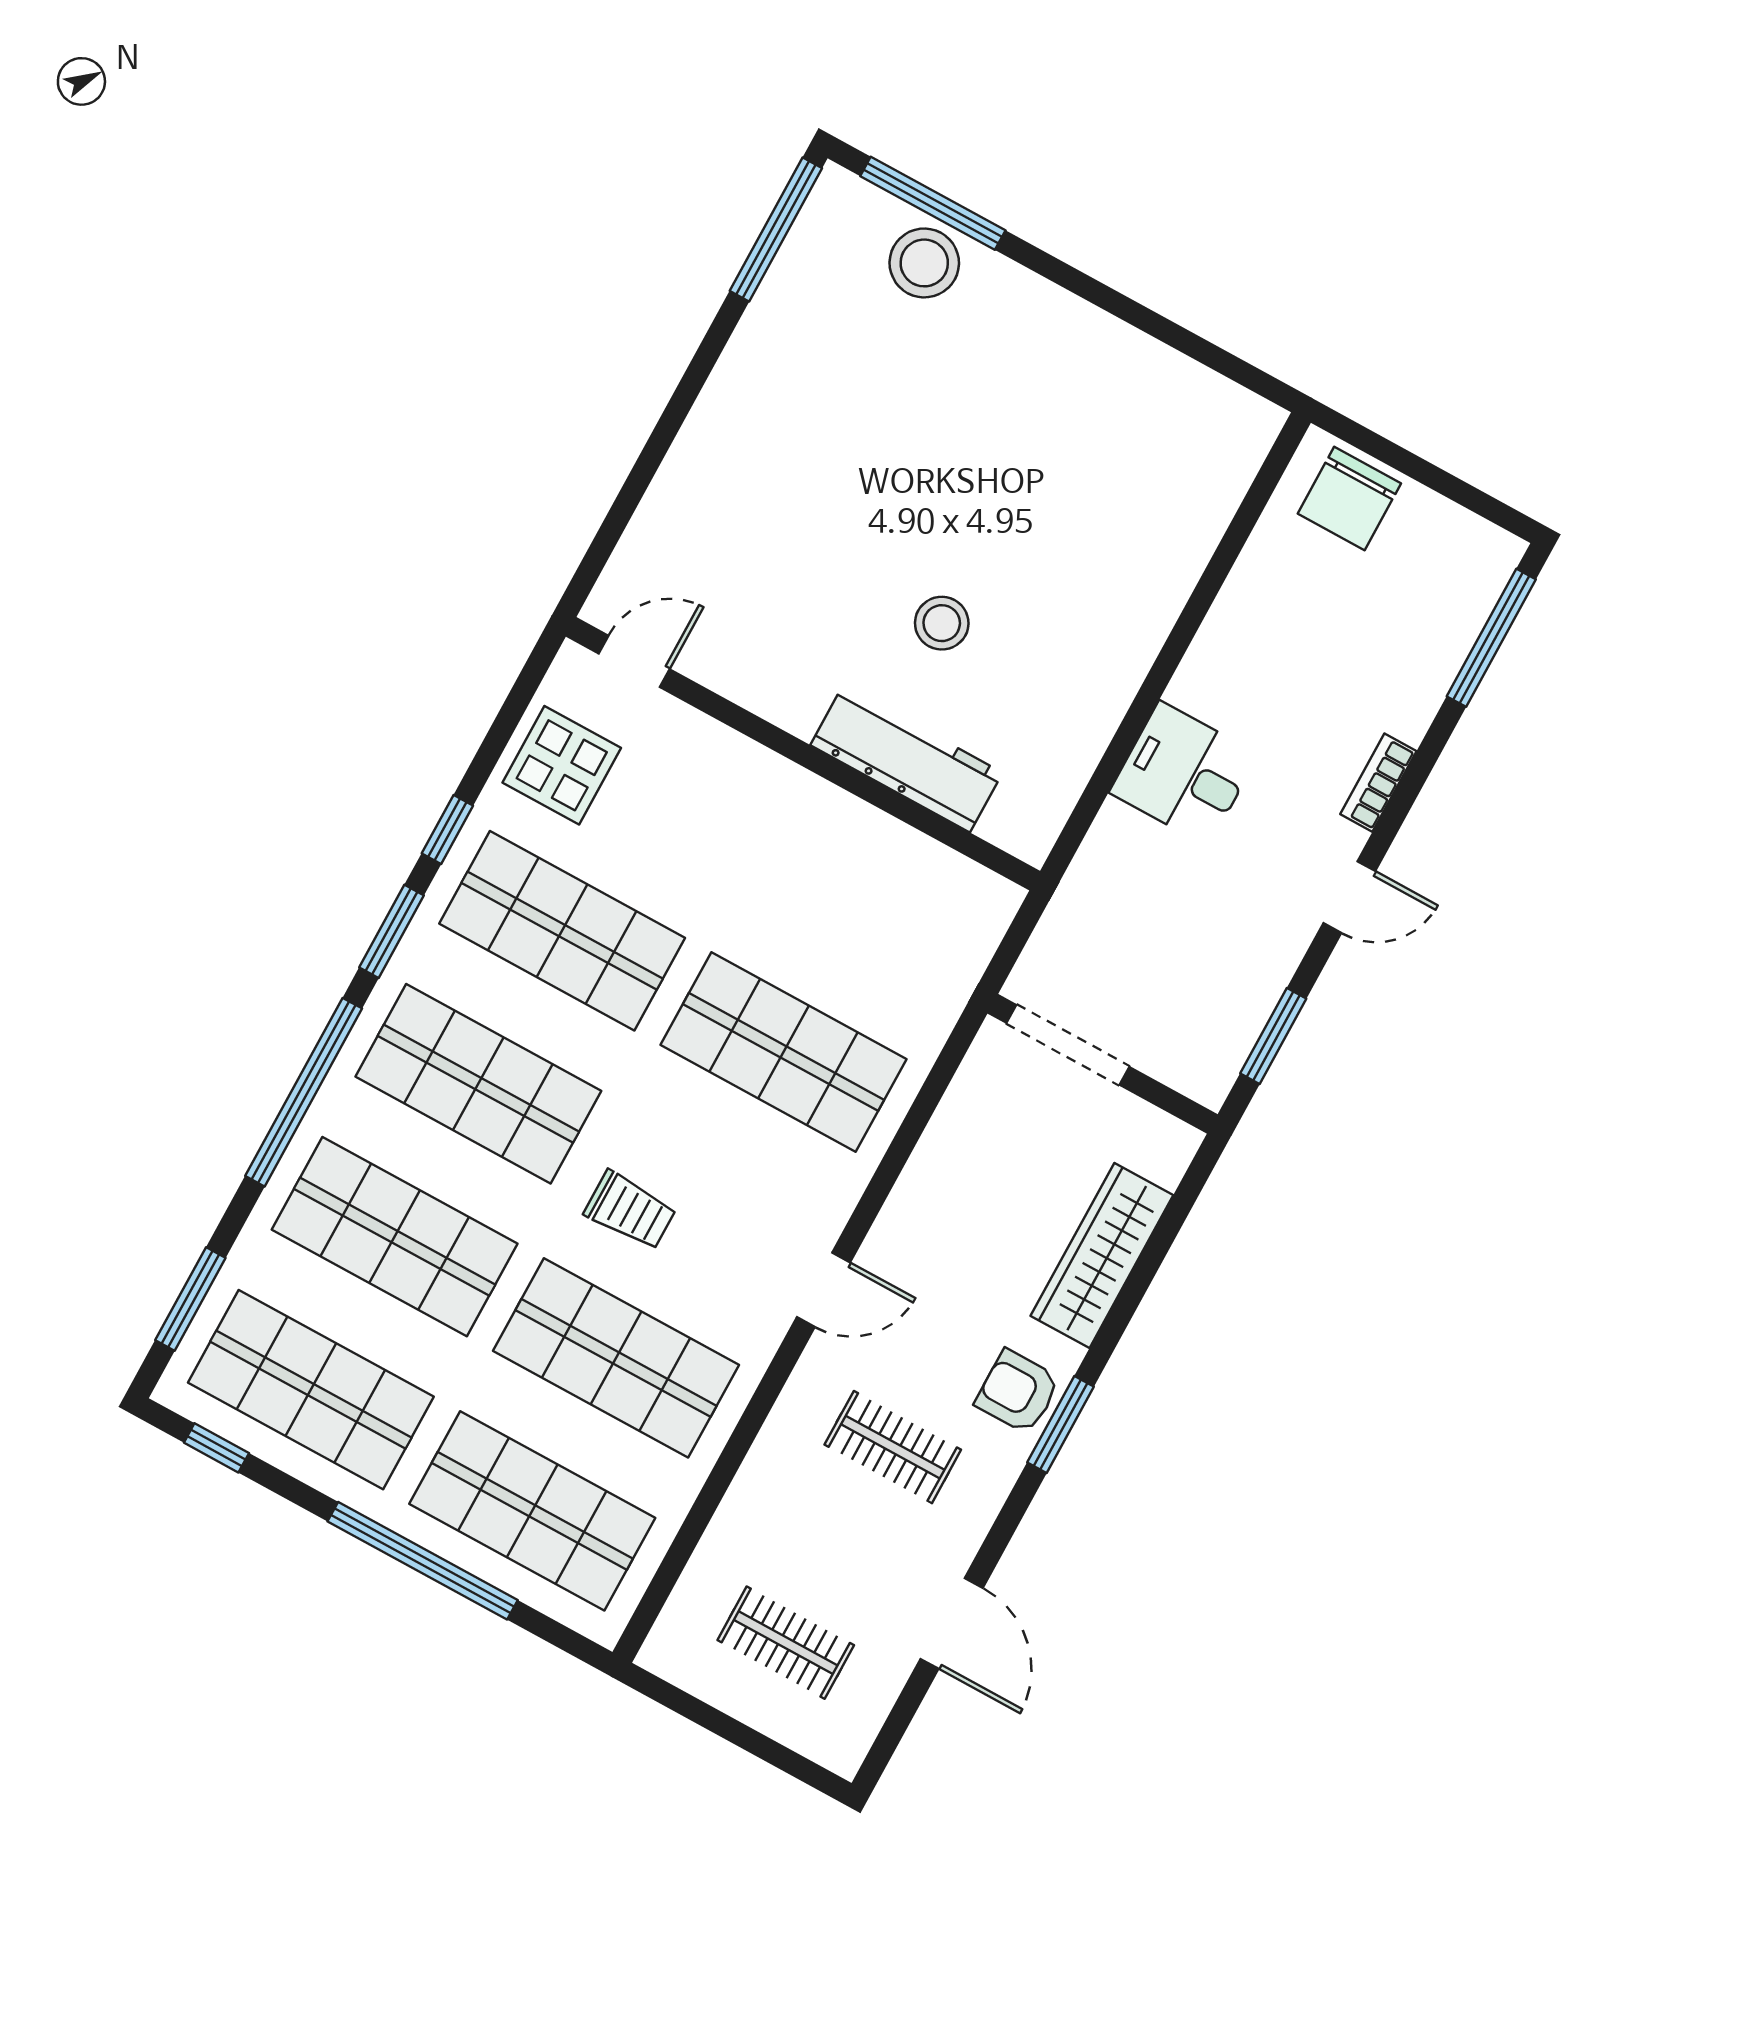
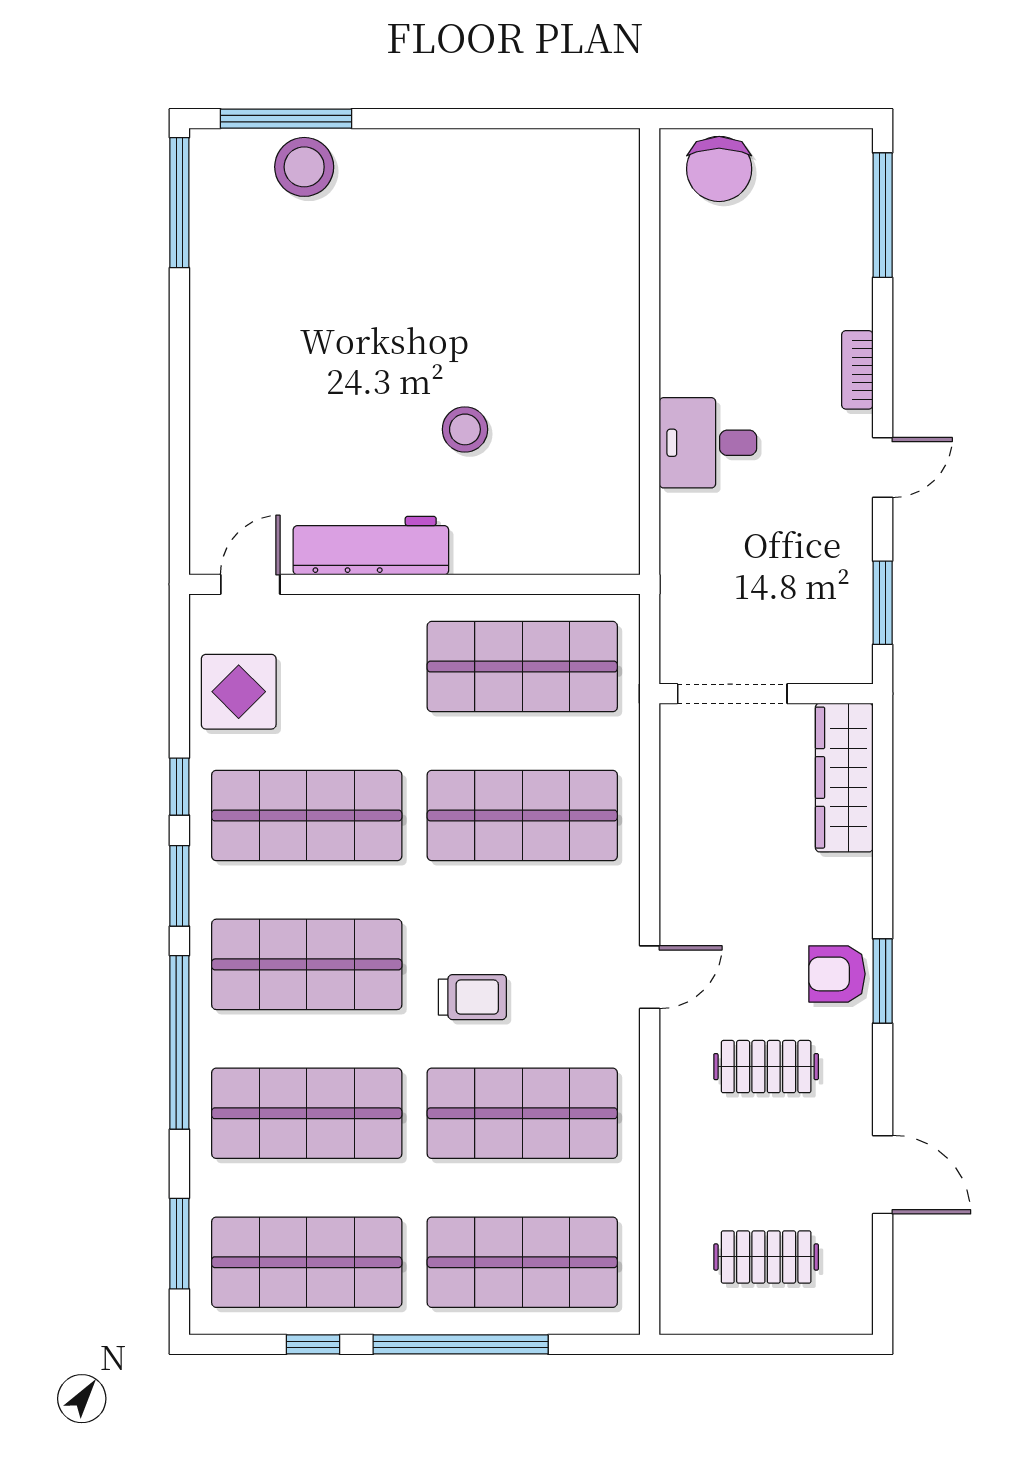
workbench: (906, 759) -> (371, 546), moved
shop shelf: (867, 899) -> (522, 667), added
wardrobe: (1102, 1255) -> (844, 778), moved
window: (216, 1448) -> (313, 1344), moved

